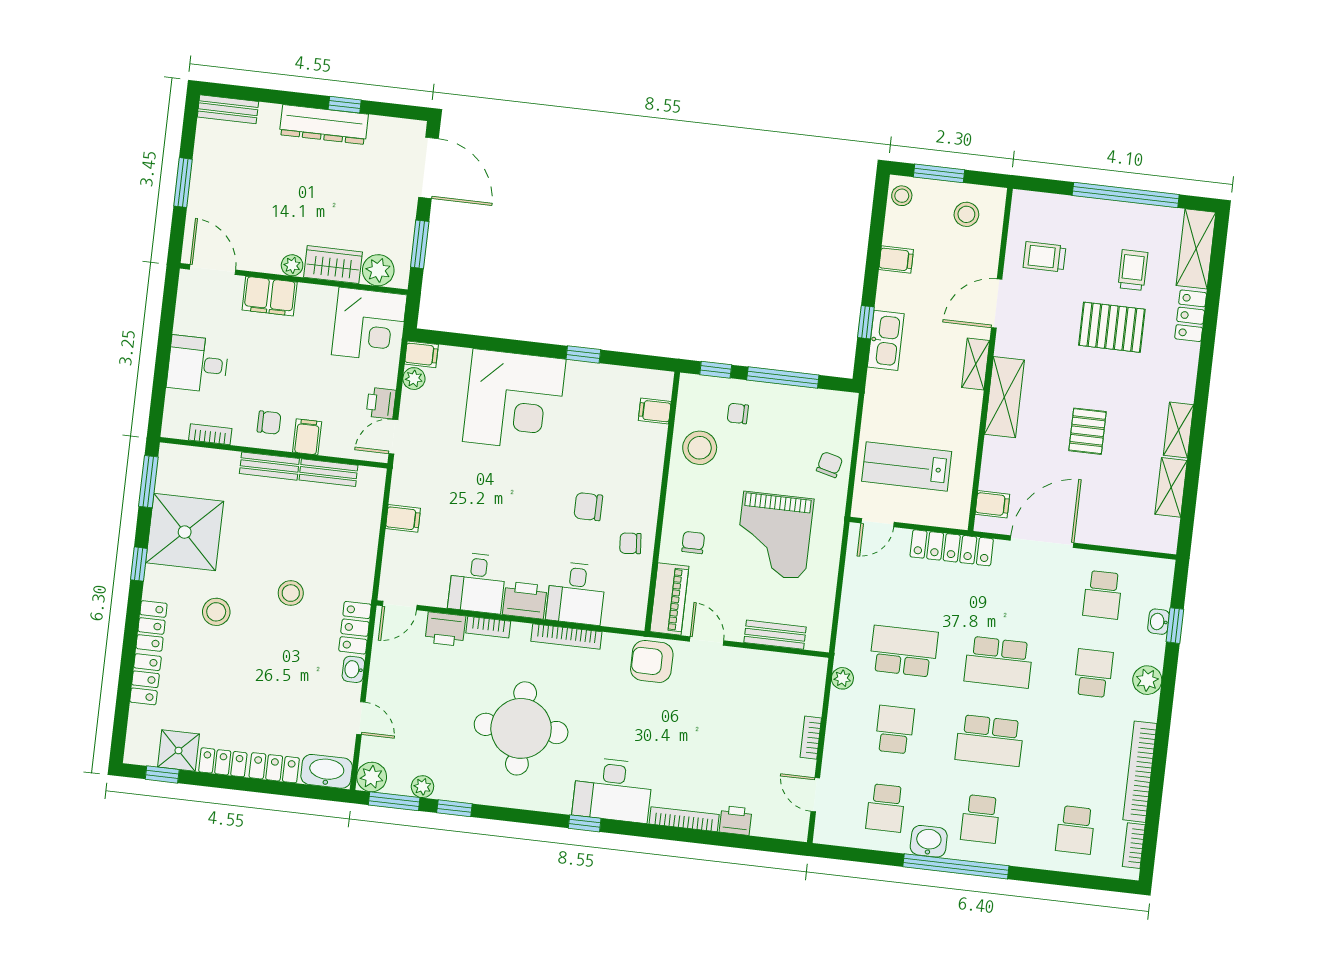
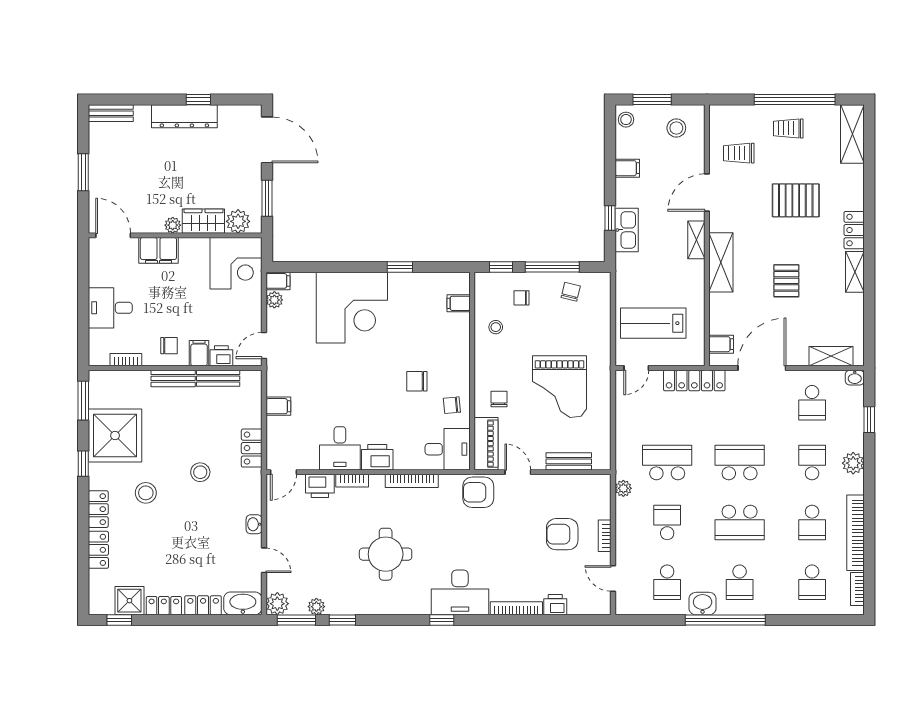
trolley: (1133, 270) -> (788, 128), moved, turned -90
locker: (1191, 316) -> (854, 230), moved
printer: (381, 403) -> (221, 356), moved, turned 90
stool: (700, 448) -> (496, 327), width x0.53, depth x0.53
chair: (830, 465) -> (571, 292), moved
shelving: (1171, 487) -> (831, 356), moved, turned 90
desk: (576, 593) -> (448, 449), moved, turned -90
washbasin: (1159, 622) -> (855, 378), moved, turned -90
locker: (355, 628) -> (252, 448), moved
school desk: (999, 662) -> (740, 463), turned 180
round table: (521, 728) -> (386, 554), width x0.73, depth x0.73
armchair: (755, 729) -> (562, 534), added
school desk: (1084, 752) -> (812, 522), added

